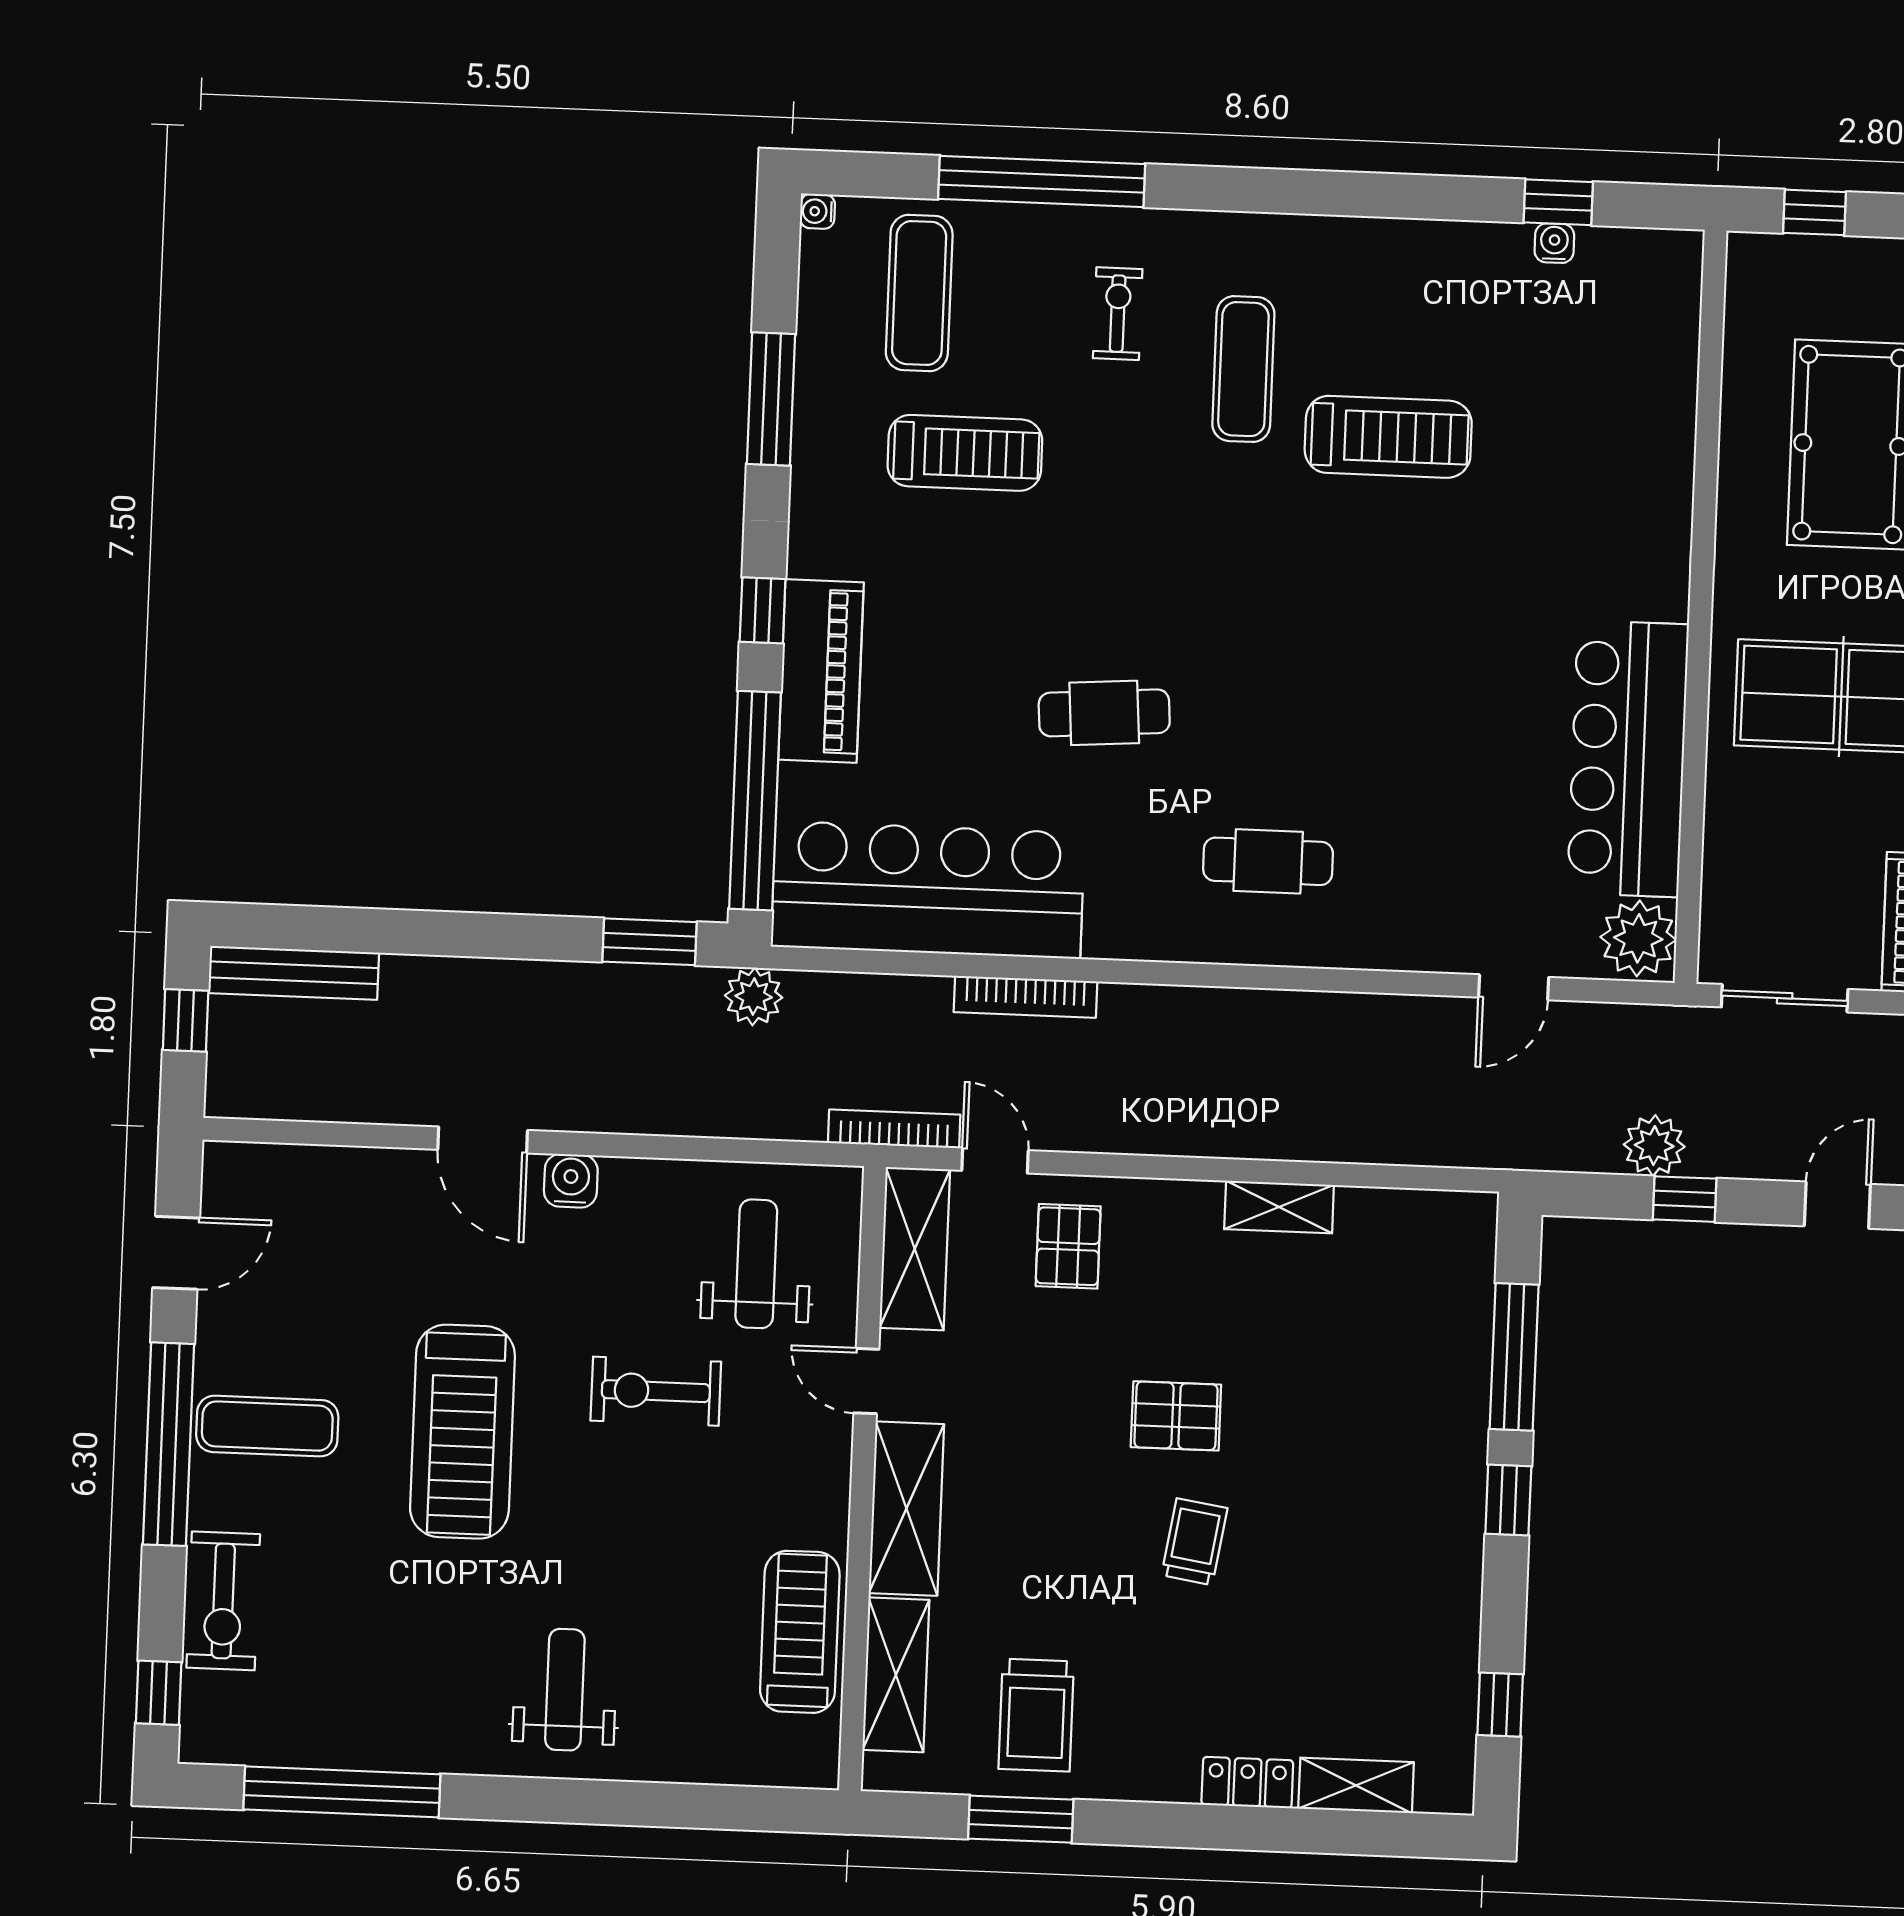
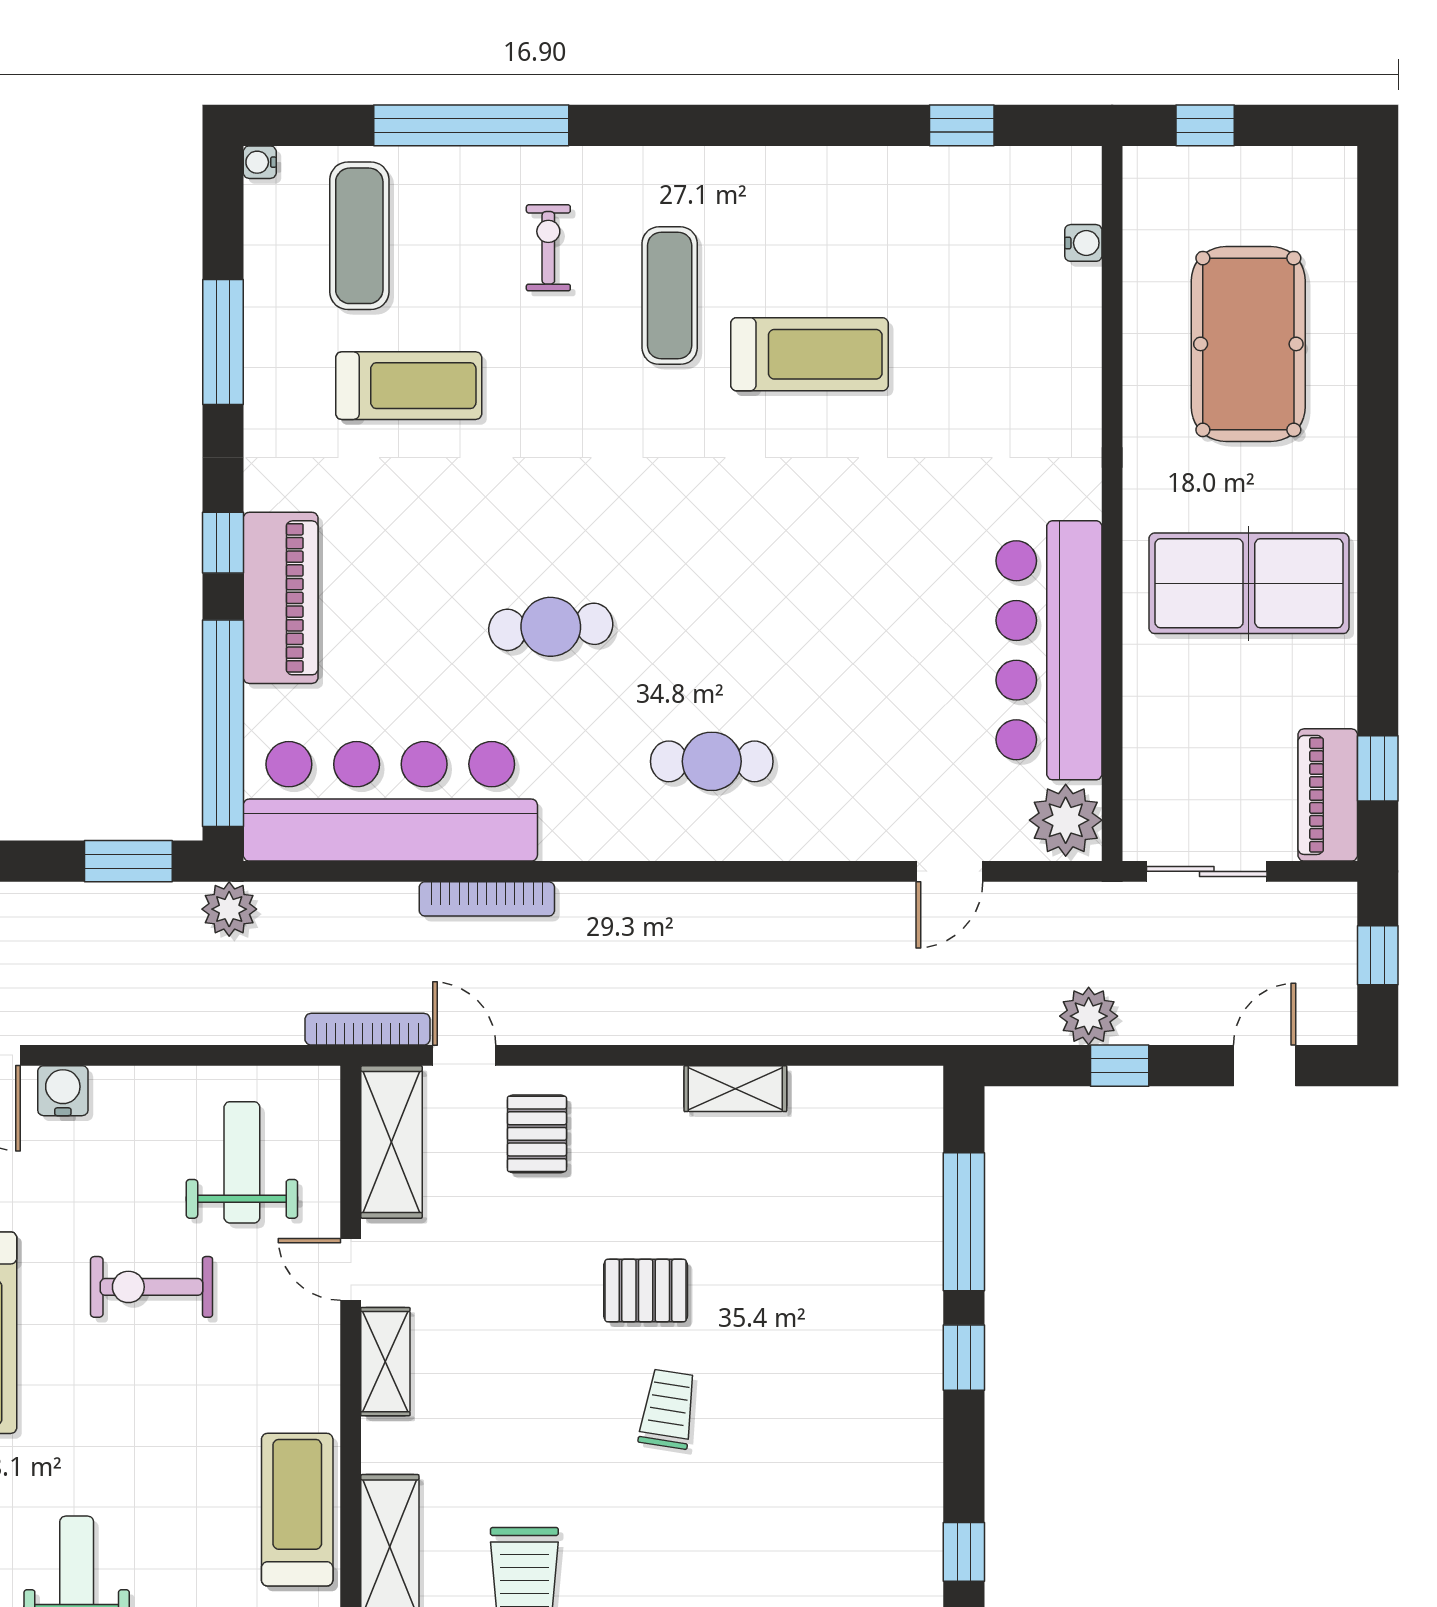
water cooler: (1554, 243) -> (1083, 243), moved, turned 90
shelving: (906, 1509) -> (385, 1362), width x0.67, depth x0.75

